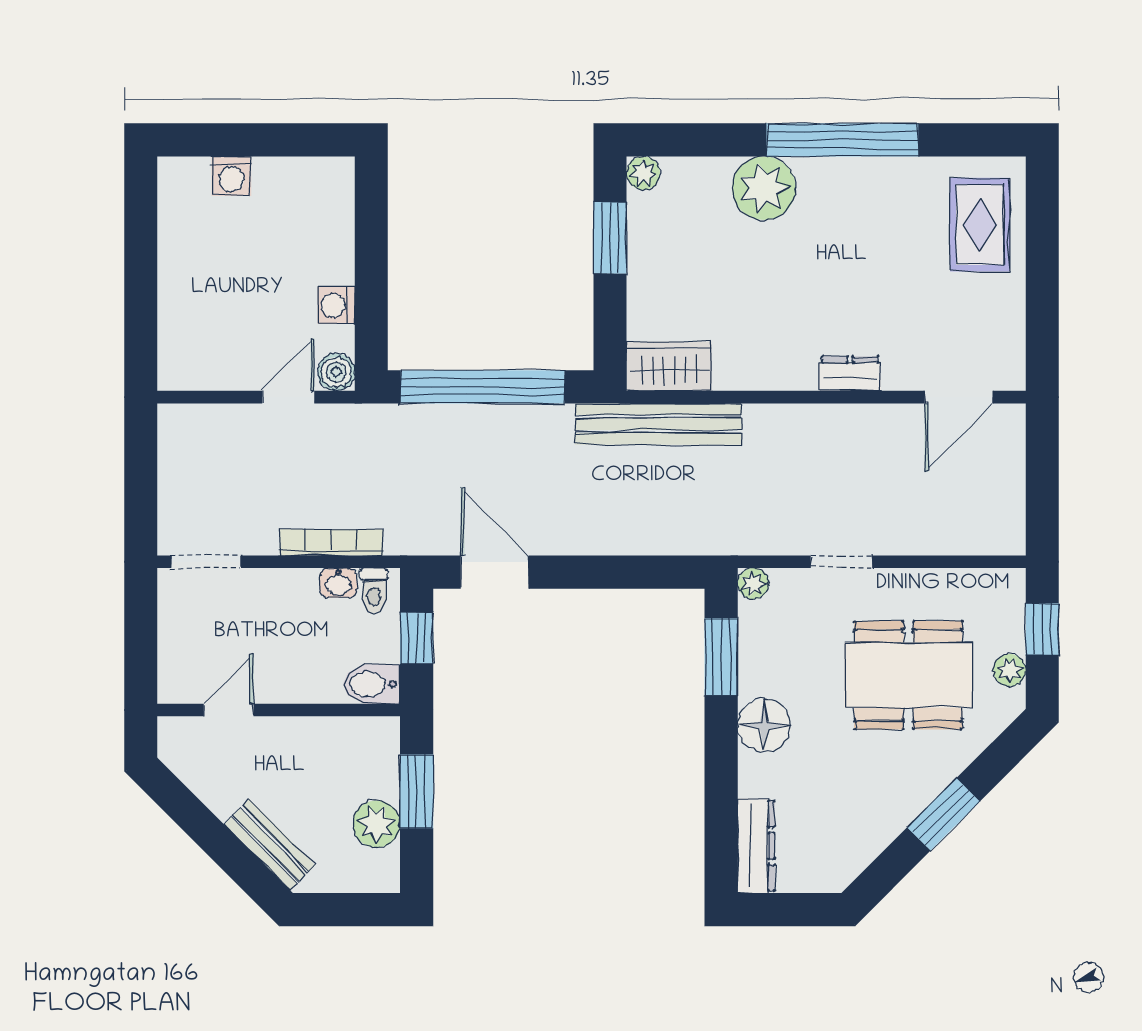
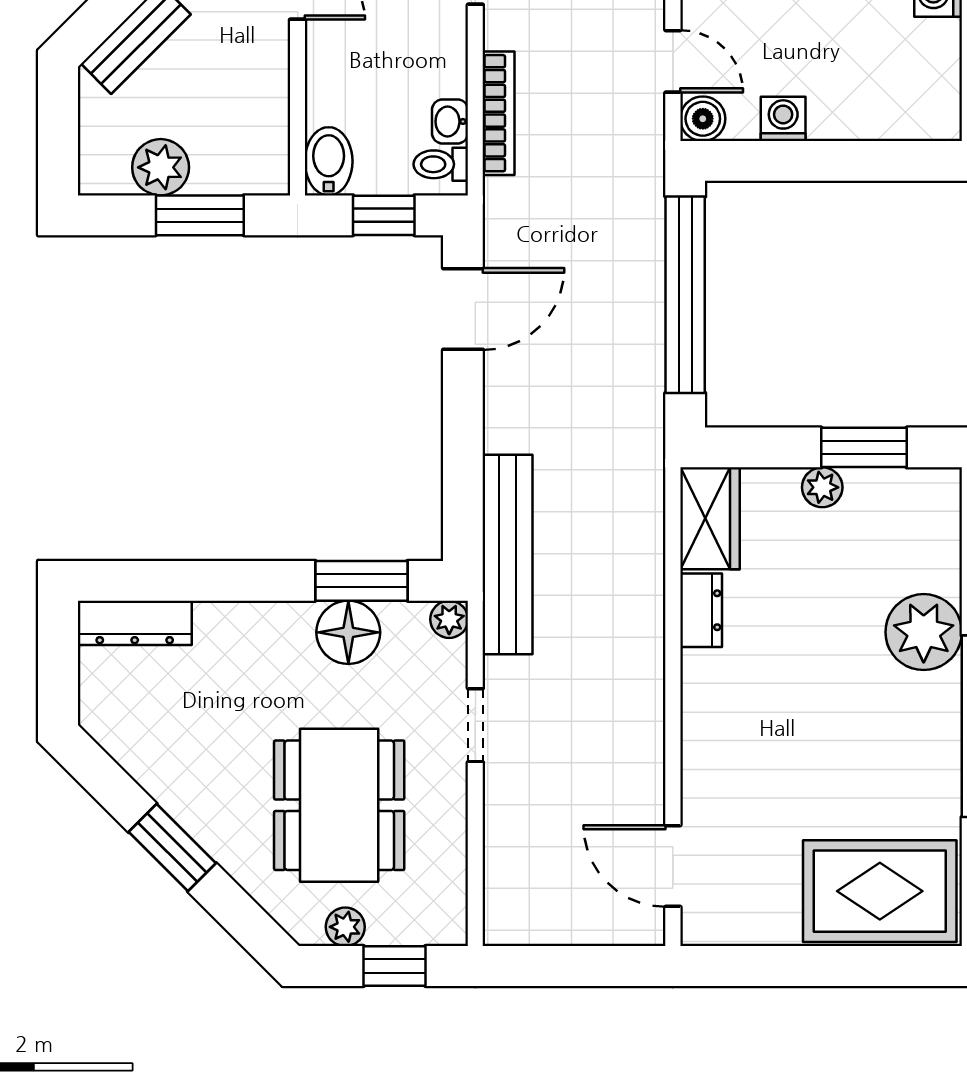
plant: (643, 173) -> (822, 487), moved
rug: (980, 225) -> (880, 891), width x1.36, depth x1.43
dresser: (850, 374) -> (701, 610), moved
bench: (658, 424) -> (508, 554), moved
floor lamp: (764, 725) -> (348, 632), moved

